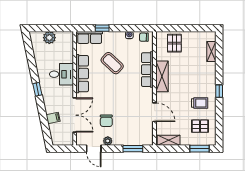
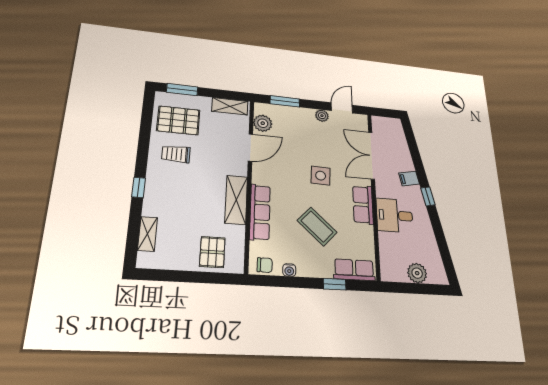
row of seats: (82, 74) -> (363, 205), width x0.68
window: (219, 91) -> (139, 187), moved
side table: (109, 97) -> (321, 176), added
door: (155, 112) -> (250, 148), swing flipped
filing cabinet: (53, 118) -> (409, 179), moved
chair: (106, 121) -> (325, 143), removed
pallet: (200, 126) -> (178, 120), width x1.50, depth x1.42
plant: (147, 131) -> (263, 123), added
door: (94, 149) -> (342, 108), hinge flipped

